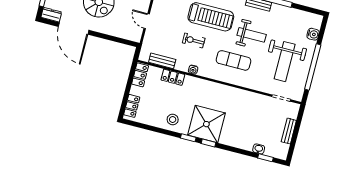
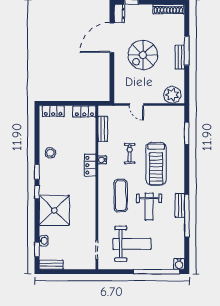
door: (147, 21) -> (136, 105), swing flipped
water cooler: (313, 34) -> (179, 264), moved
weight bench: (285, 62) -> (132, 244), turned 180
window: (313, 67) -> (157, 272), moved
locker: (173, 77) -> (90, 165), moved
shower: (206, 124) -> (54, 210), moved
bench: (289, 131) -> (51, 265), moved

